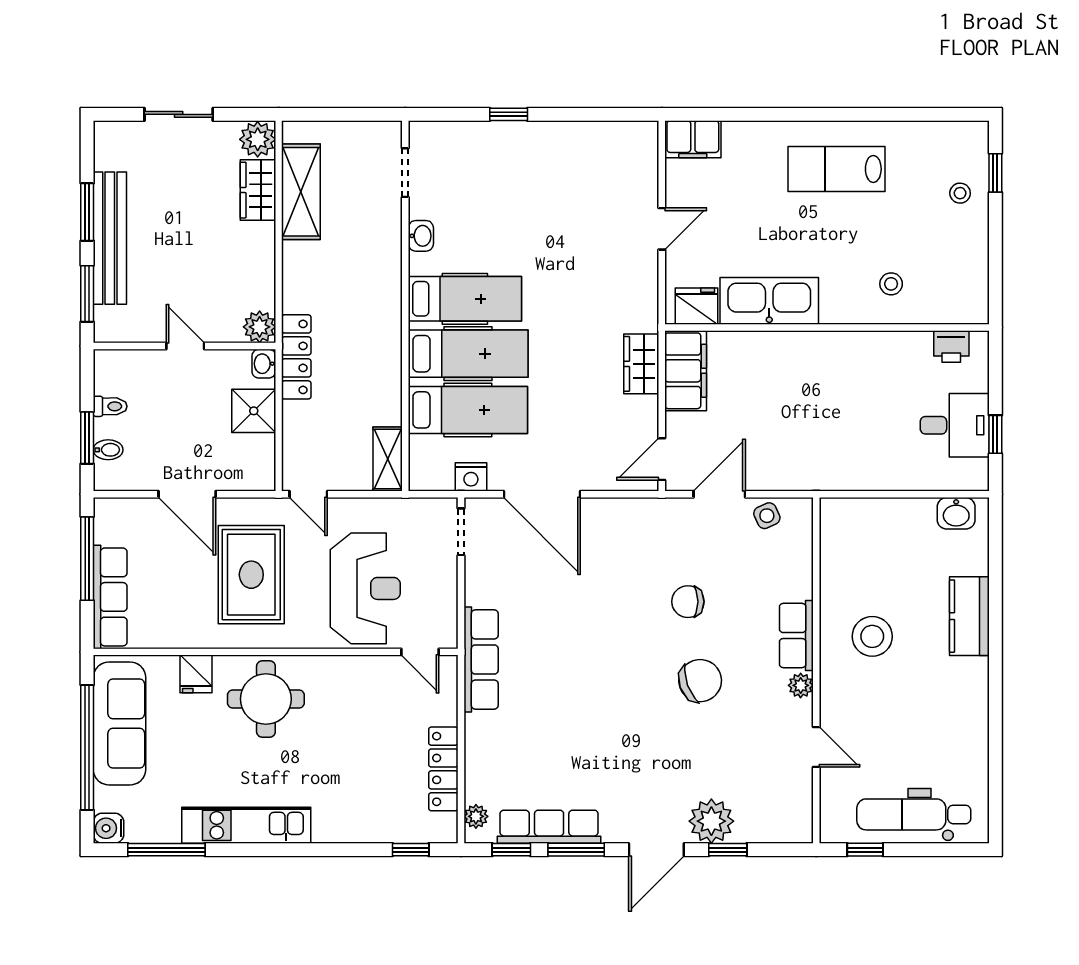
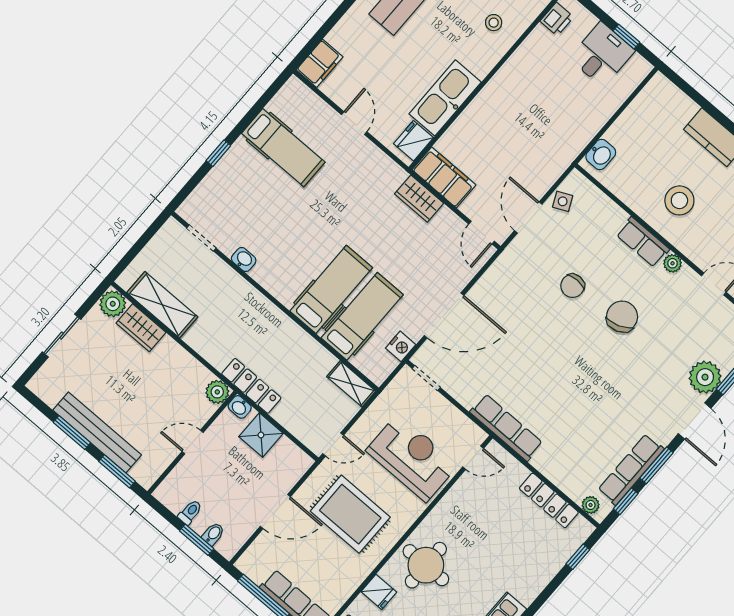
hospital bed: (465, 299) -> (283, 148), moved, turned 90
washbasin: (956, 513) -> (601, 154), moved

